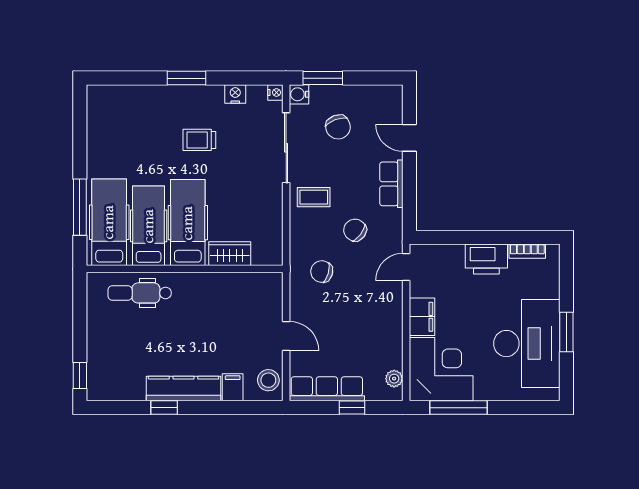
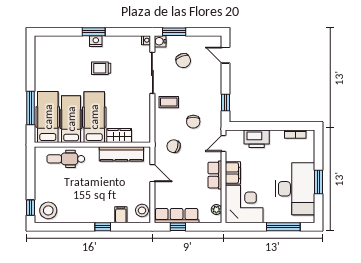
nightstand: (235, 94) -> (96, 41), moved
door: (409, 138) -> (225, 55), moved
row of seats: (391, 184) -> (215, 175), moved
window: (409, 198) -> (225, 103), added
chair: (355, 230) -> (193, 122), turned -127
printer: (486, 259) -> (257, 139), moved
door: (286, 336) -> (152, 173), moved
stool: (110, 380) -> (48, 210), added
kitchen counter: (184, 389) -> (121, 154), moved, turned 180
window: (164, 408) -> (103, 227), moved
window: (352, 408) -> (178, 227), moved
window: (459, 408) -> (283, 227), moved

